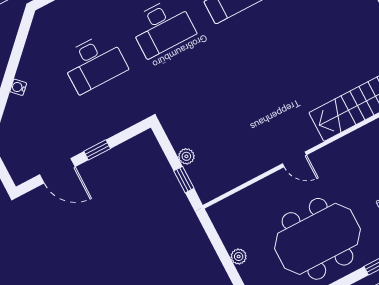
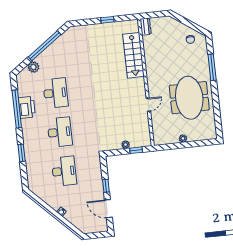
door: (294, 159) -> (148, 105), moved
door: (57, 171) -> (108, 209), swing flipped

